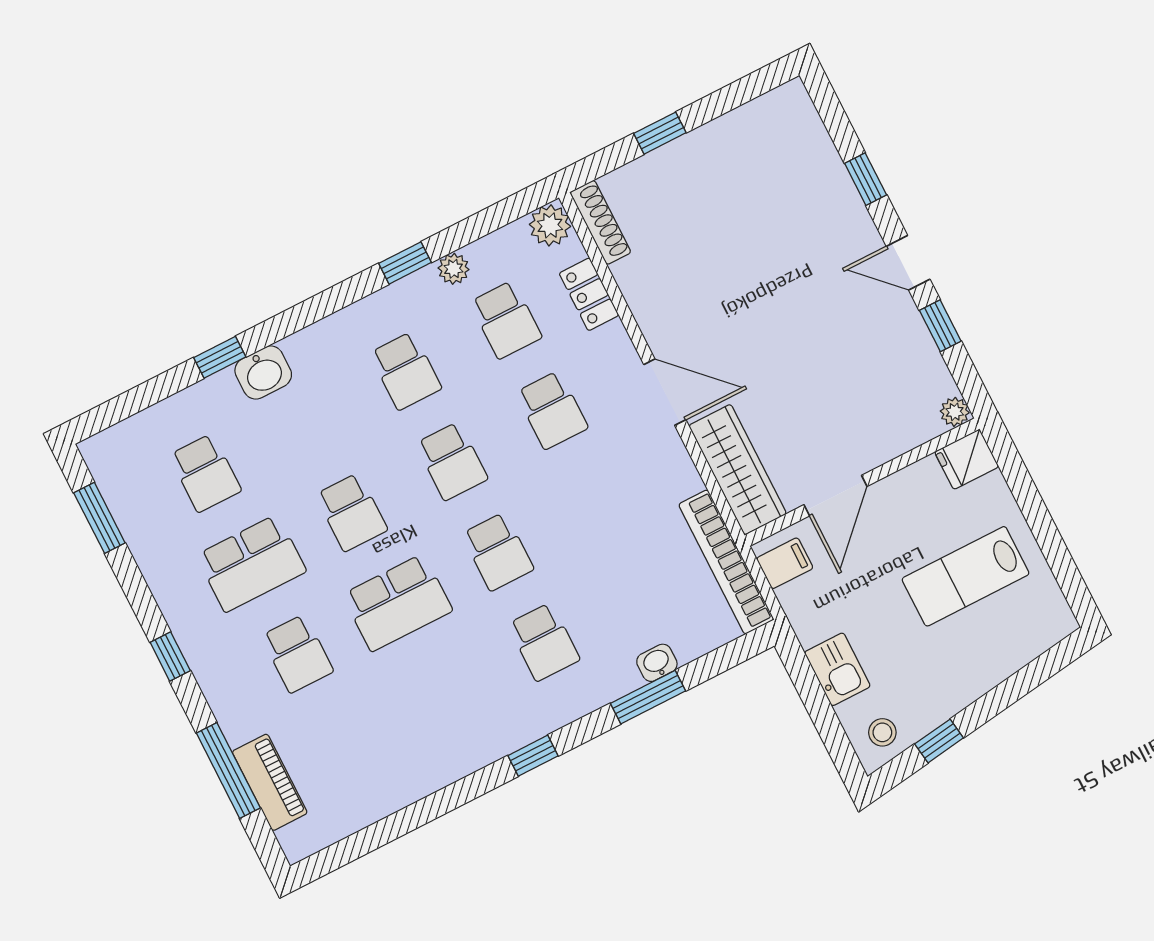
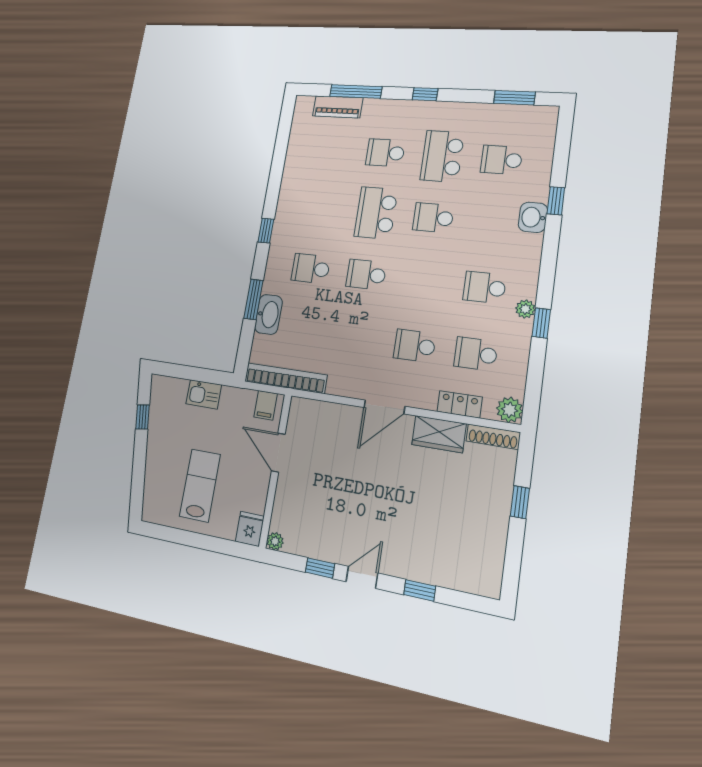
plant: (454, 269) -> (525, 309), moved
school desk: (452, 461) -> (424, 281), removed
wardrobe: (738, 470) -> (439, 434), moved, width x0.67
washbasin: (657, 663) -> (268, 314), width x1.91, depth x1.45
stool: (882, 732) -> (164, 394), removed

